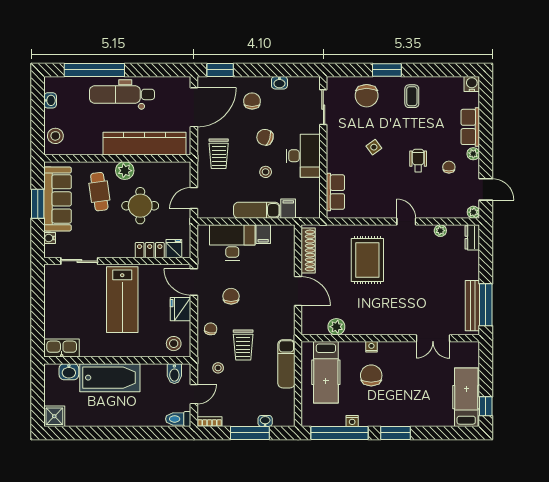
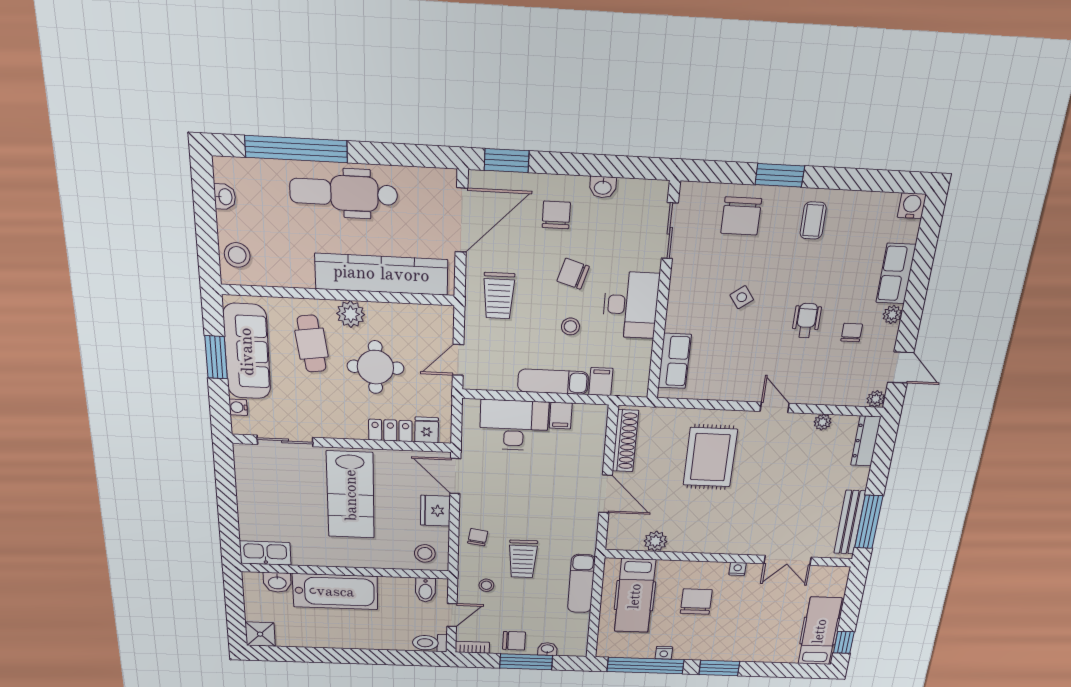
dresser: (472, 237) -> (866, 441), width x1.44
chair: (231, 296) -> (514, 641), moved, turned 90
nightstand: (371, 347) -> (738, 569), moved

